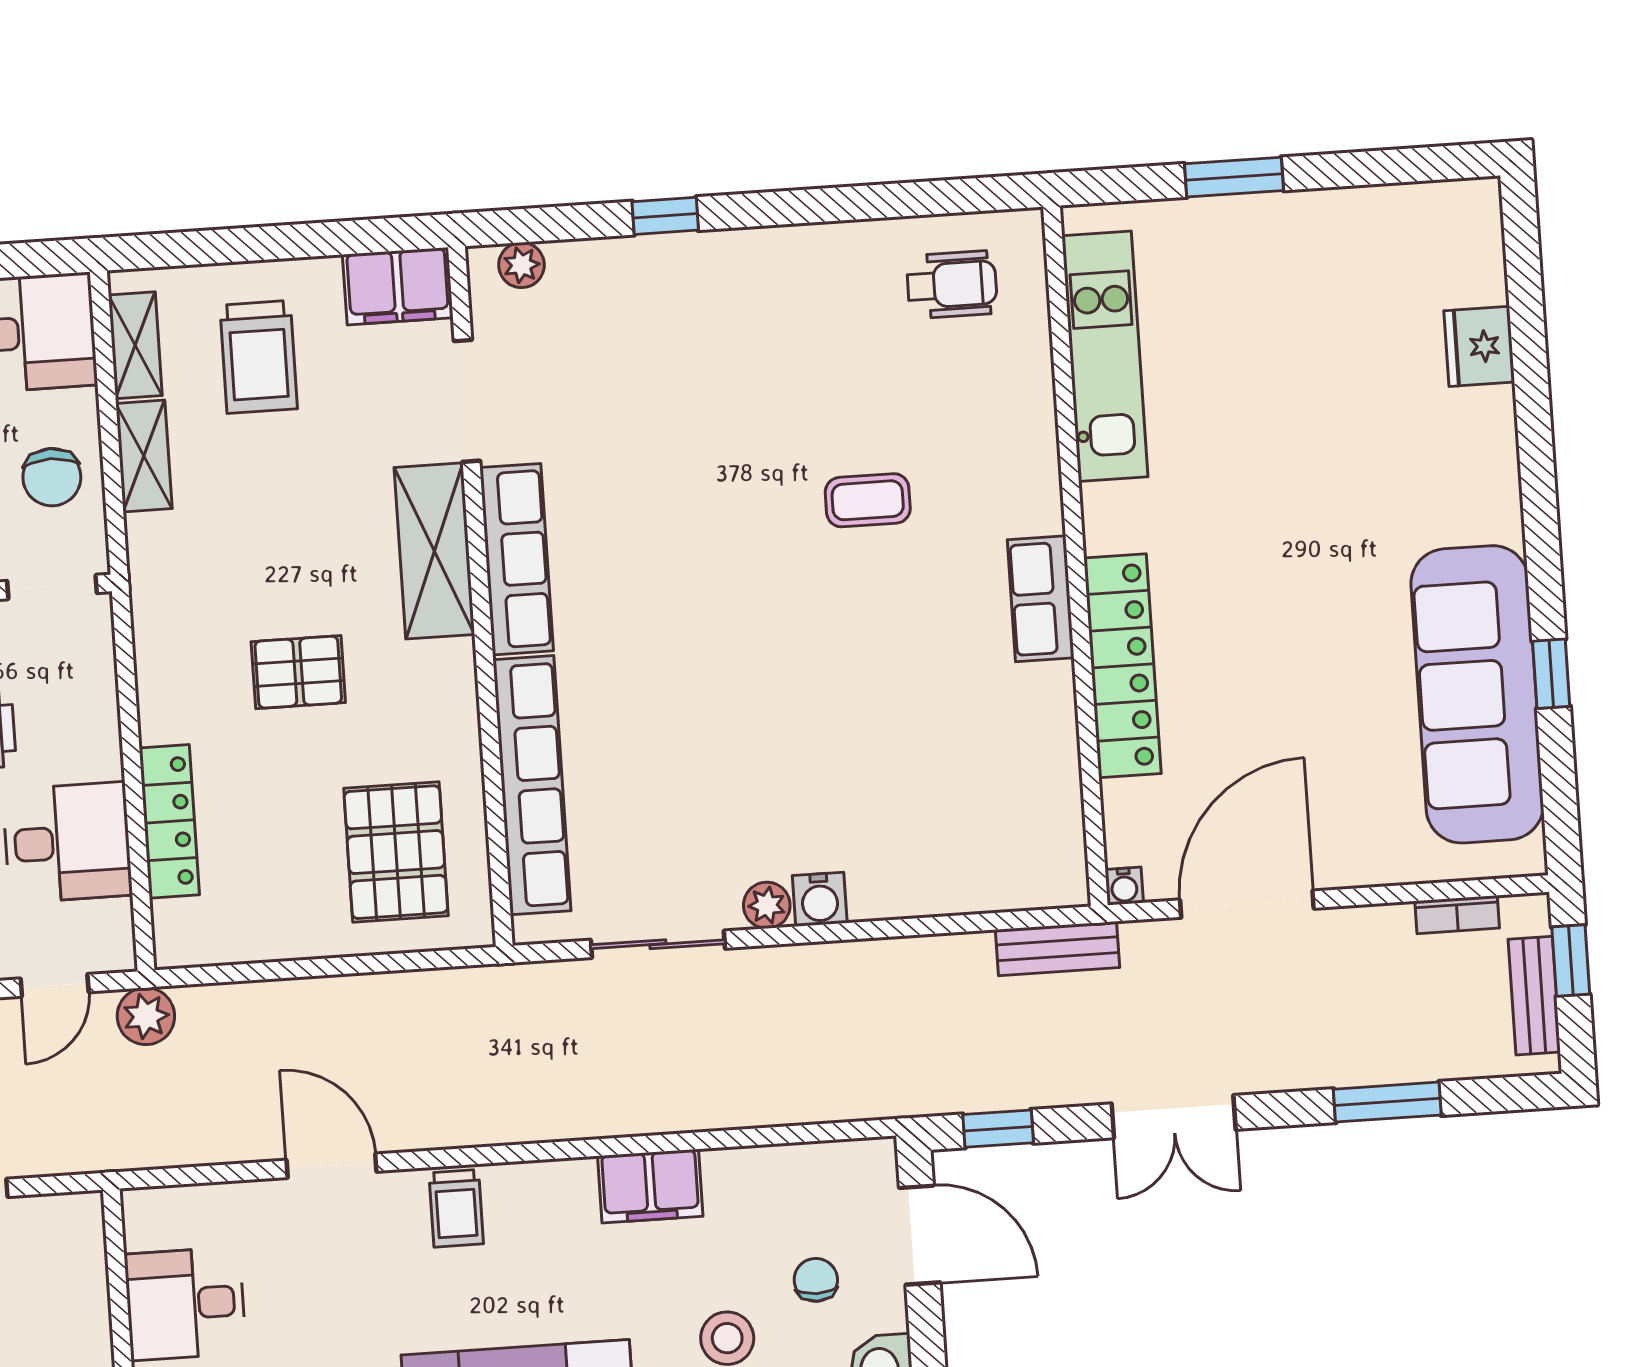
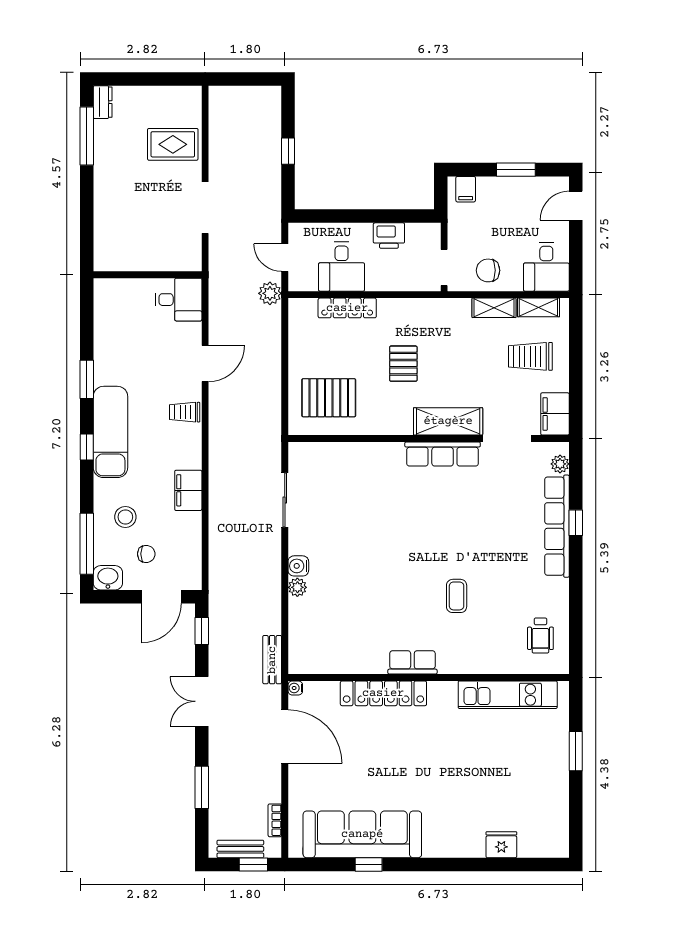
row of seats: (532, 785) -> (557, 526), moved, turned 90
plant: (767, 905) -> (297, 587), moved
desk: (185, 1304) -> (179, 300), moved, turned 90

